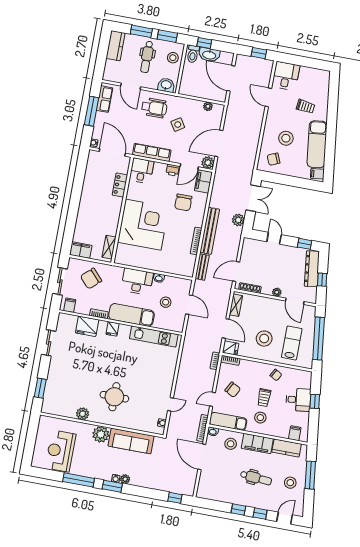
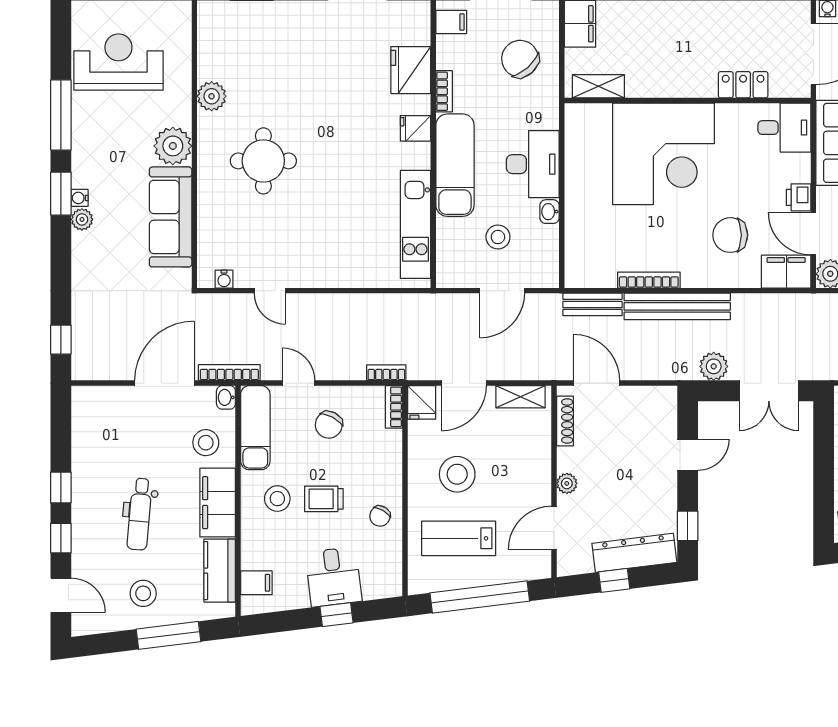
lab bench: (292, 343) -> (459, 538), turned 180

